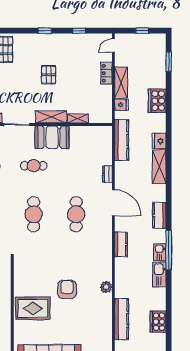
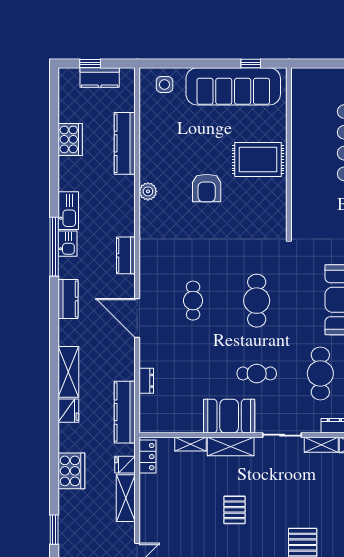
locker: (106, 73) -> (147, 457), moved
dresser: (107, 174) -> (146, 381), moved
cafe table: (76, 214) -> (193, 301), width x0.73, depth x0.74

